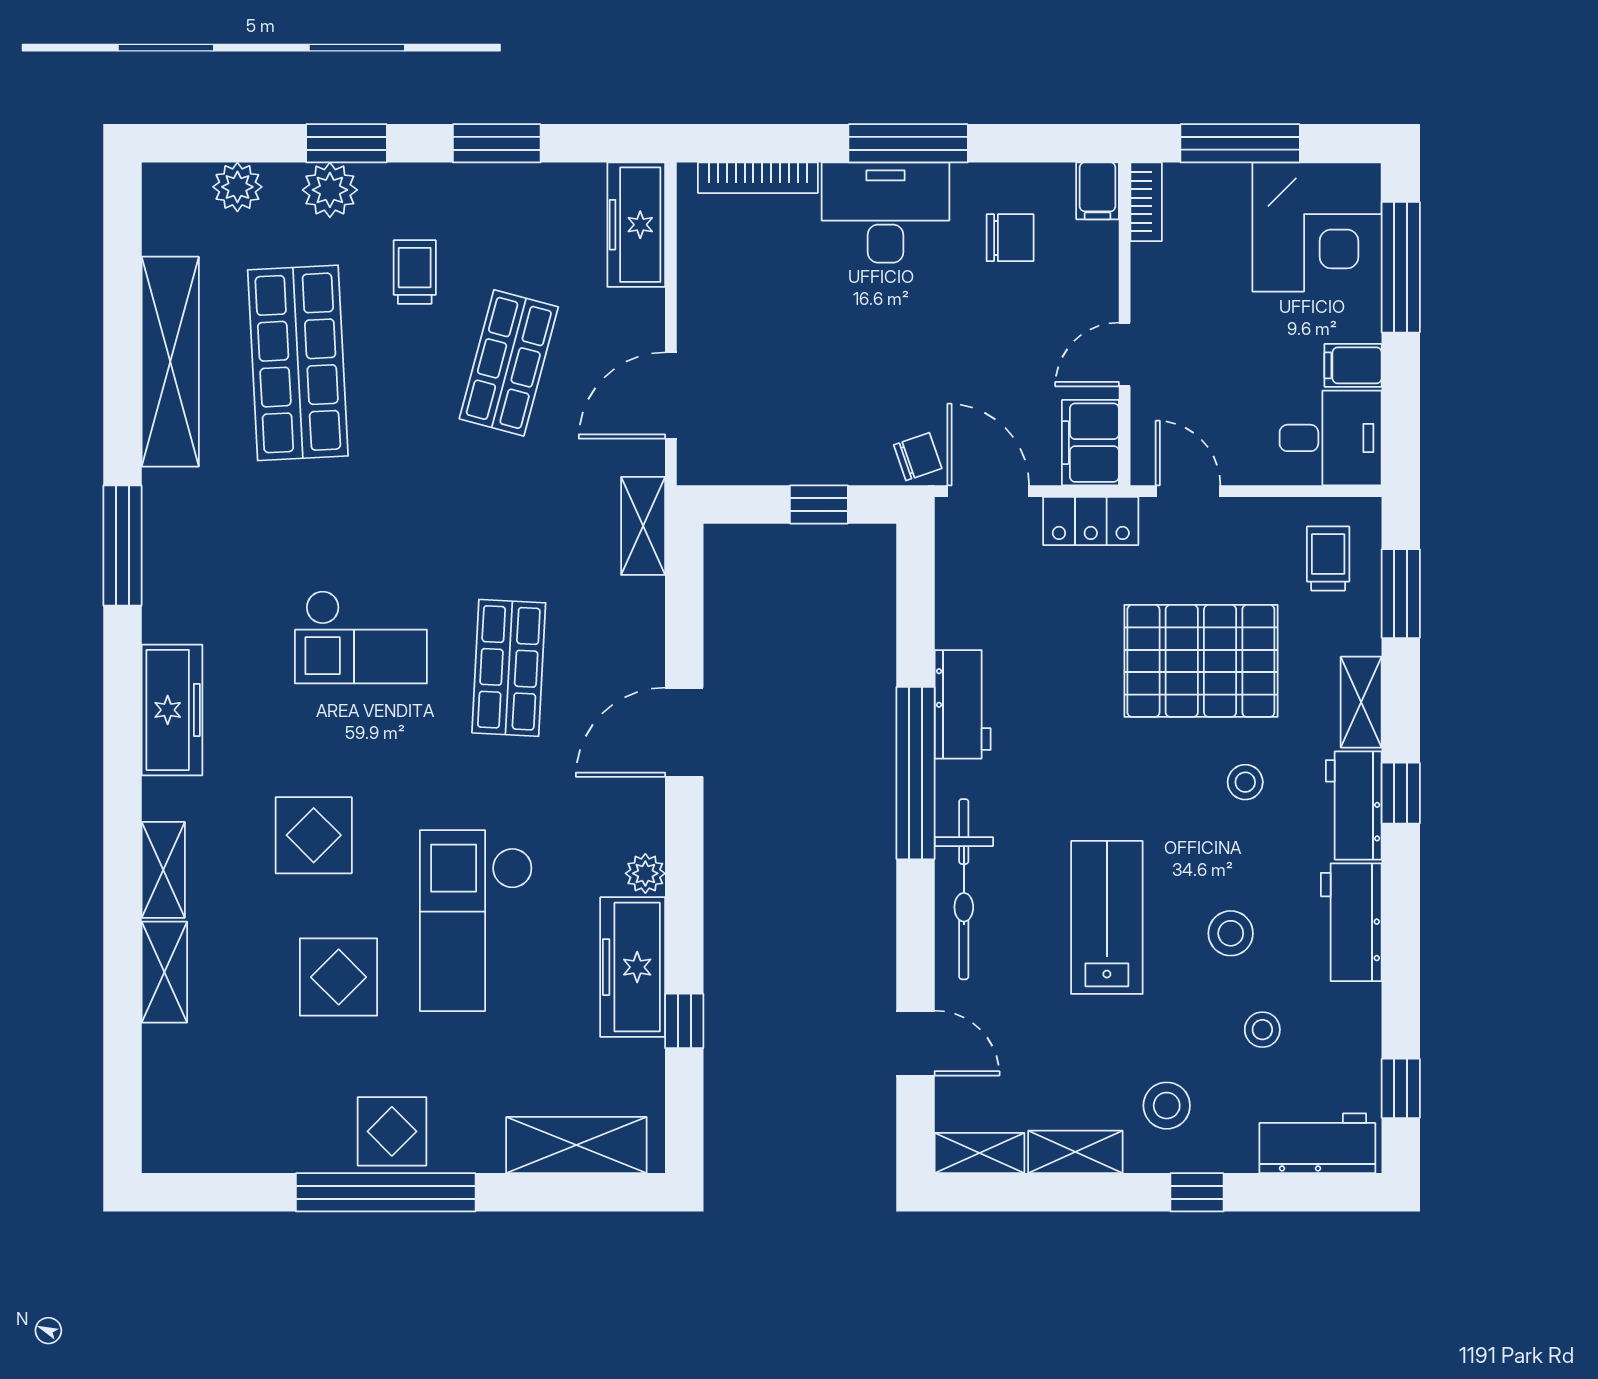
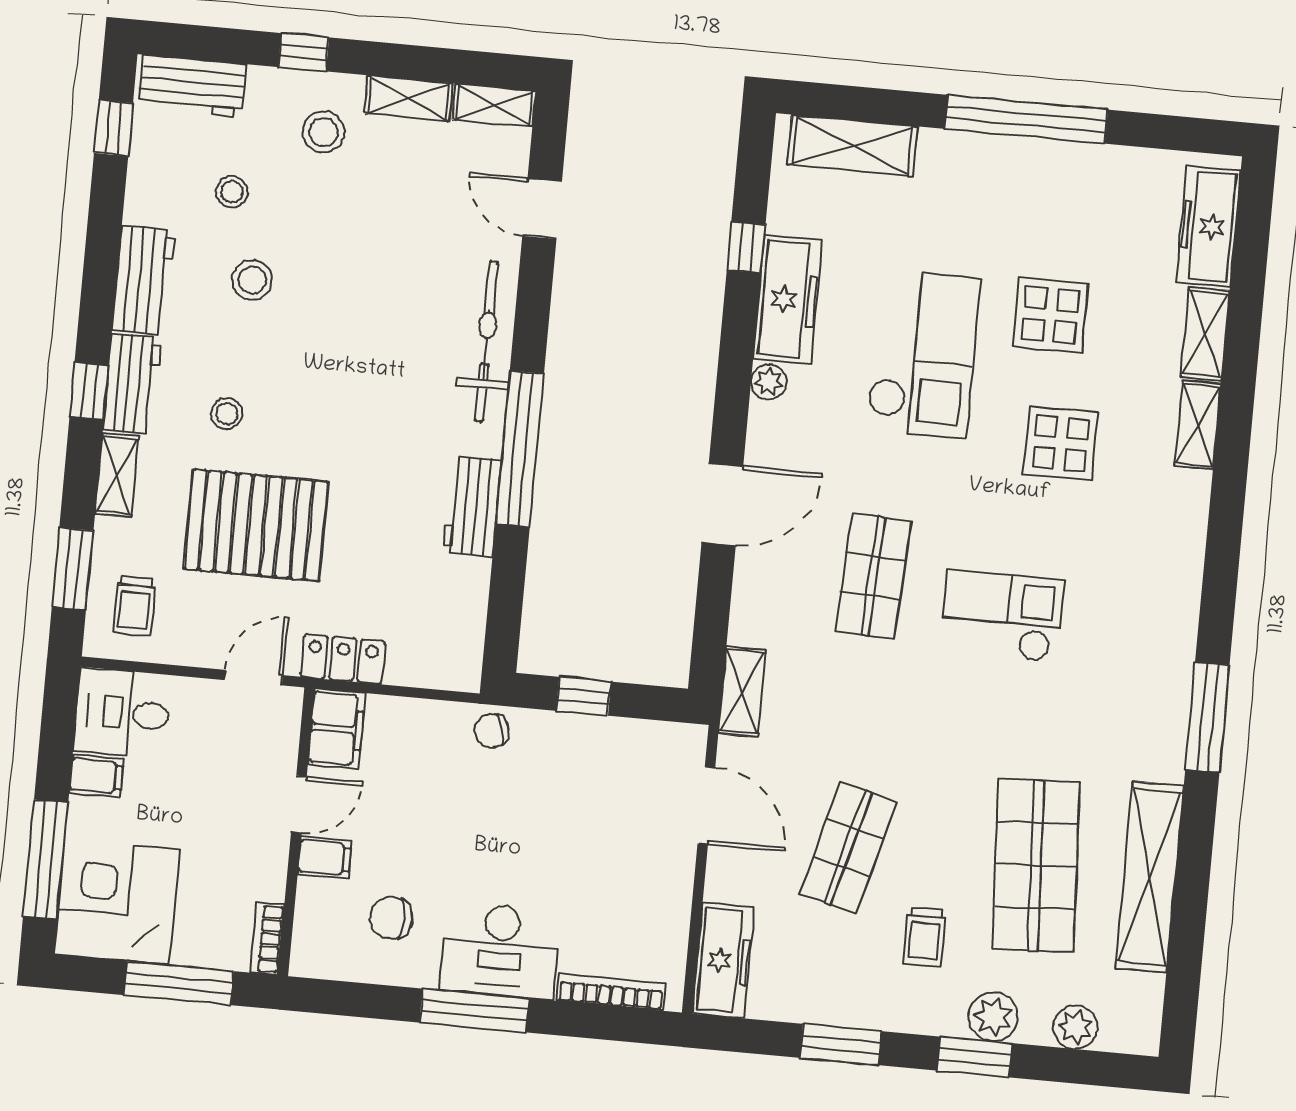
filing cabinet: (1098, 191) -> (325, 858), moved, turned 90
door: (671, 395) -> (706, 806), hinge flipped
door: (988, 491) -> (432, 694), removed
door: (1188, 491) -> (254, 678), swing flipped
freezer: (172, 710) -> (1208, 226), moved
lab bench: (1107, 917) -> (361, 305), removed
display table: (392, 1131) -> (1016, 173), removed

